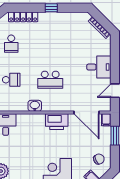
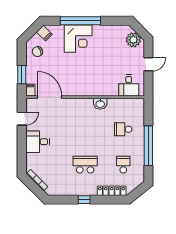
school desk: (50, 80) -> (85, 165), moved
printer: (57, 122) -> (79, 88), removed

